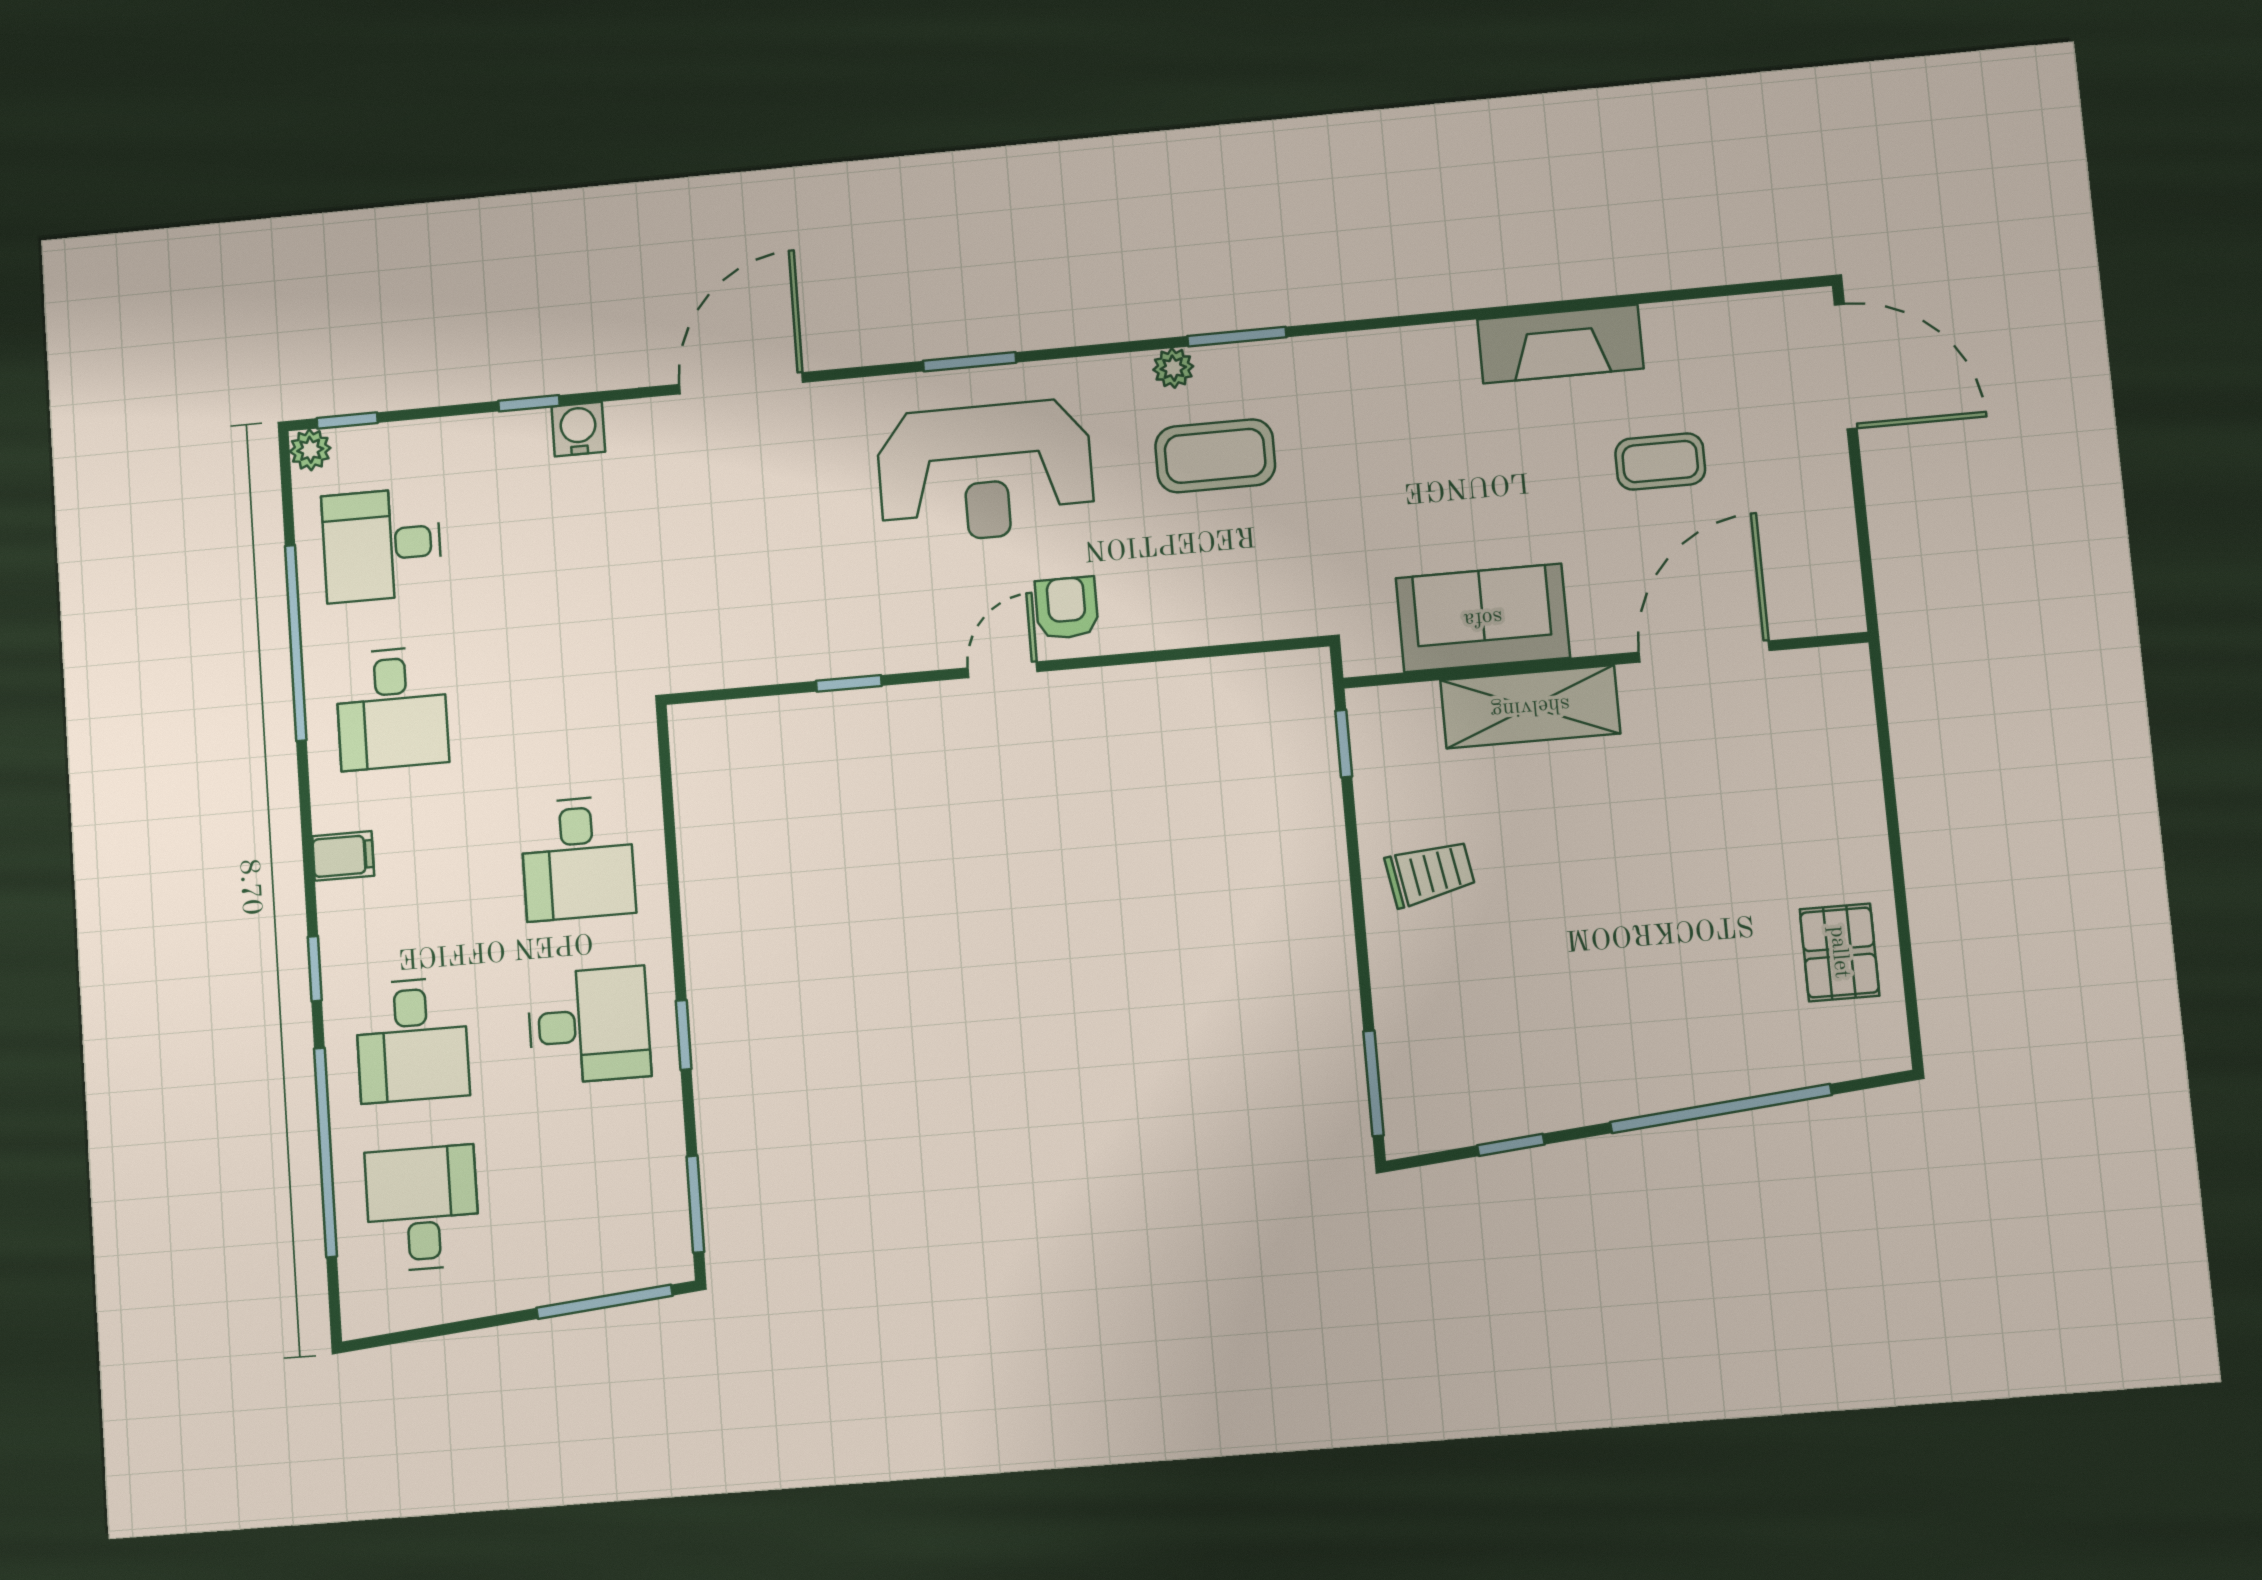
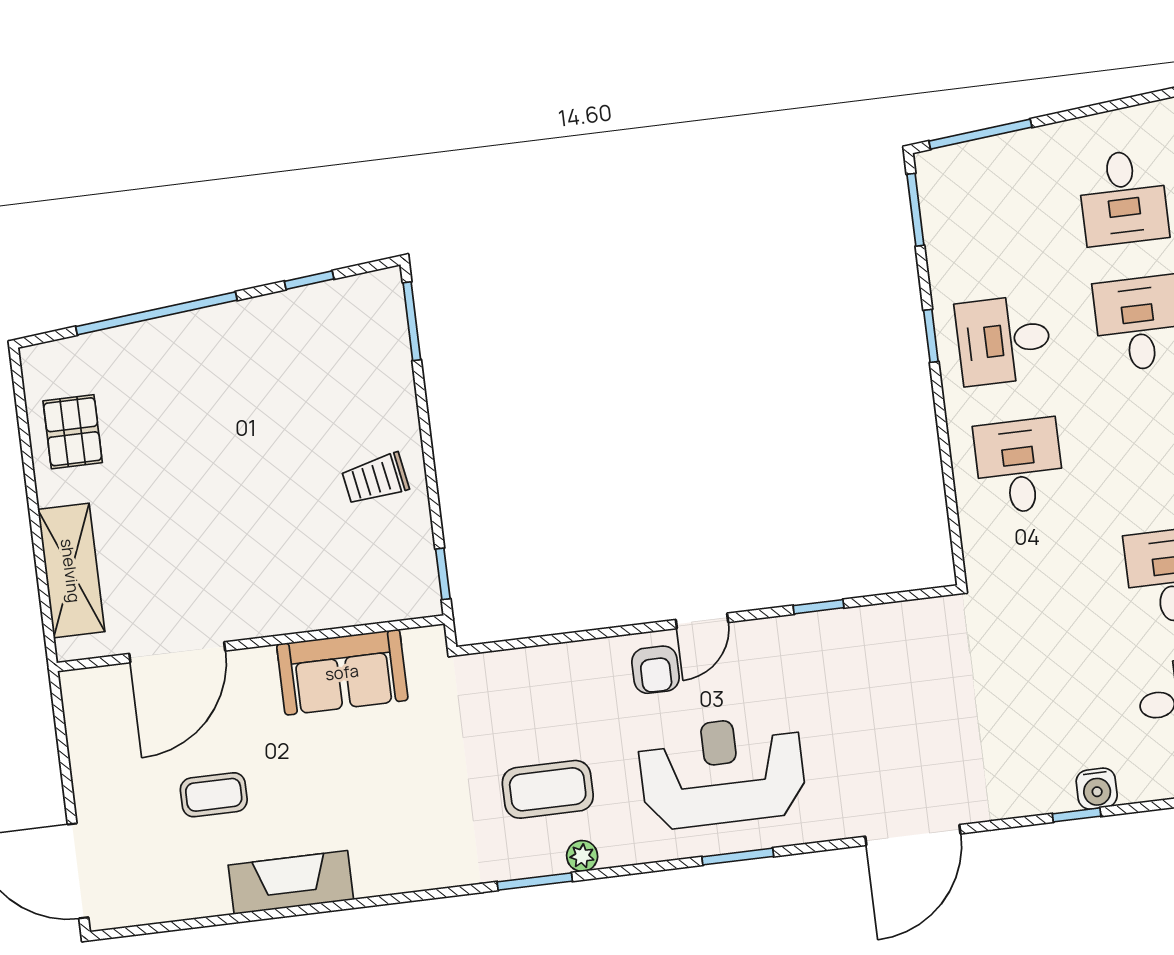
water cooler: (578, 429) -> (1097, 789), moved
shelving: (1530, 707) -> (71, 571), moved, turned 90

